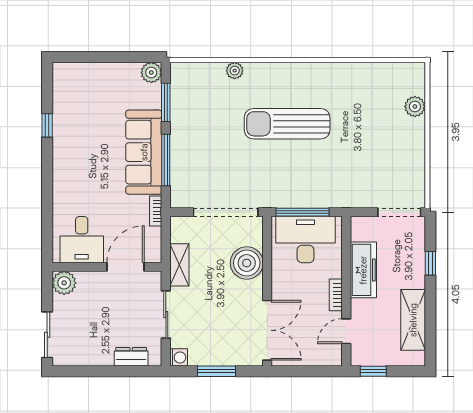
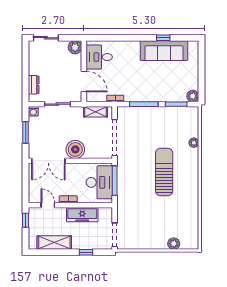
sofa: (144, 152) -> (164, 51), moved, turned 180
boiler: (247, 263) -> (75, 149), moved
shelving: (179, 265) -> (96, 112), moved

